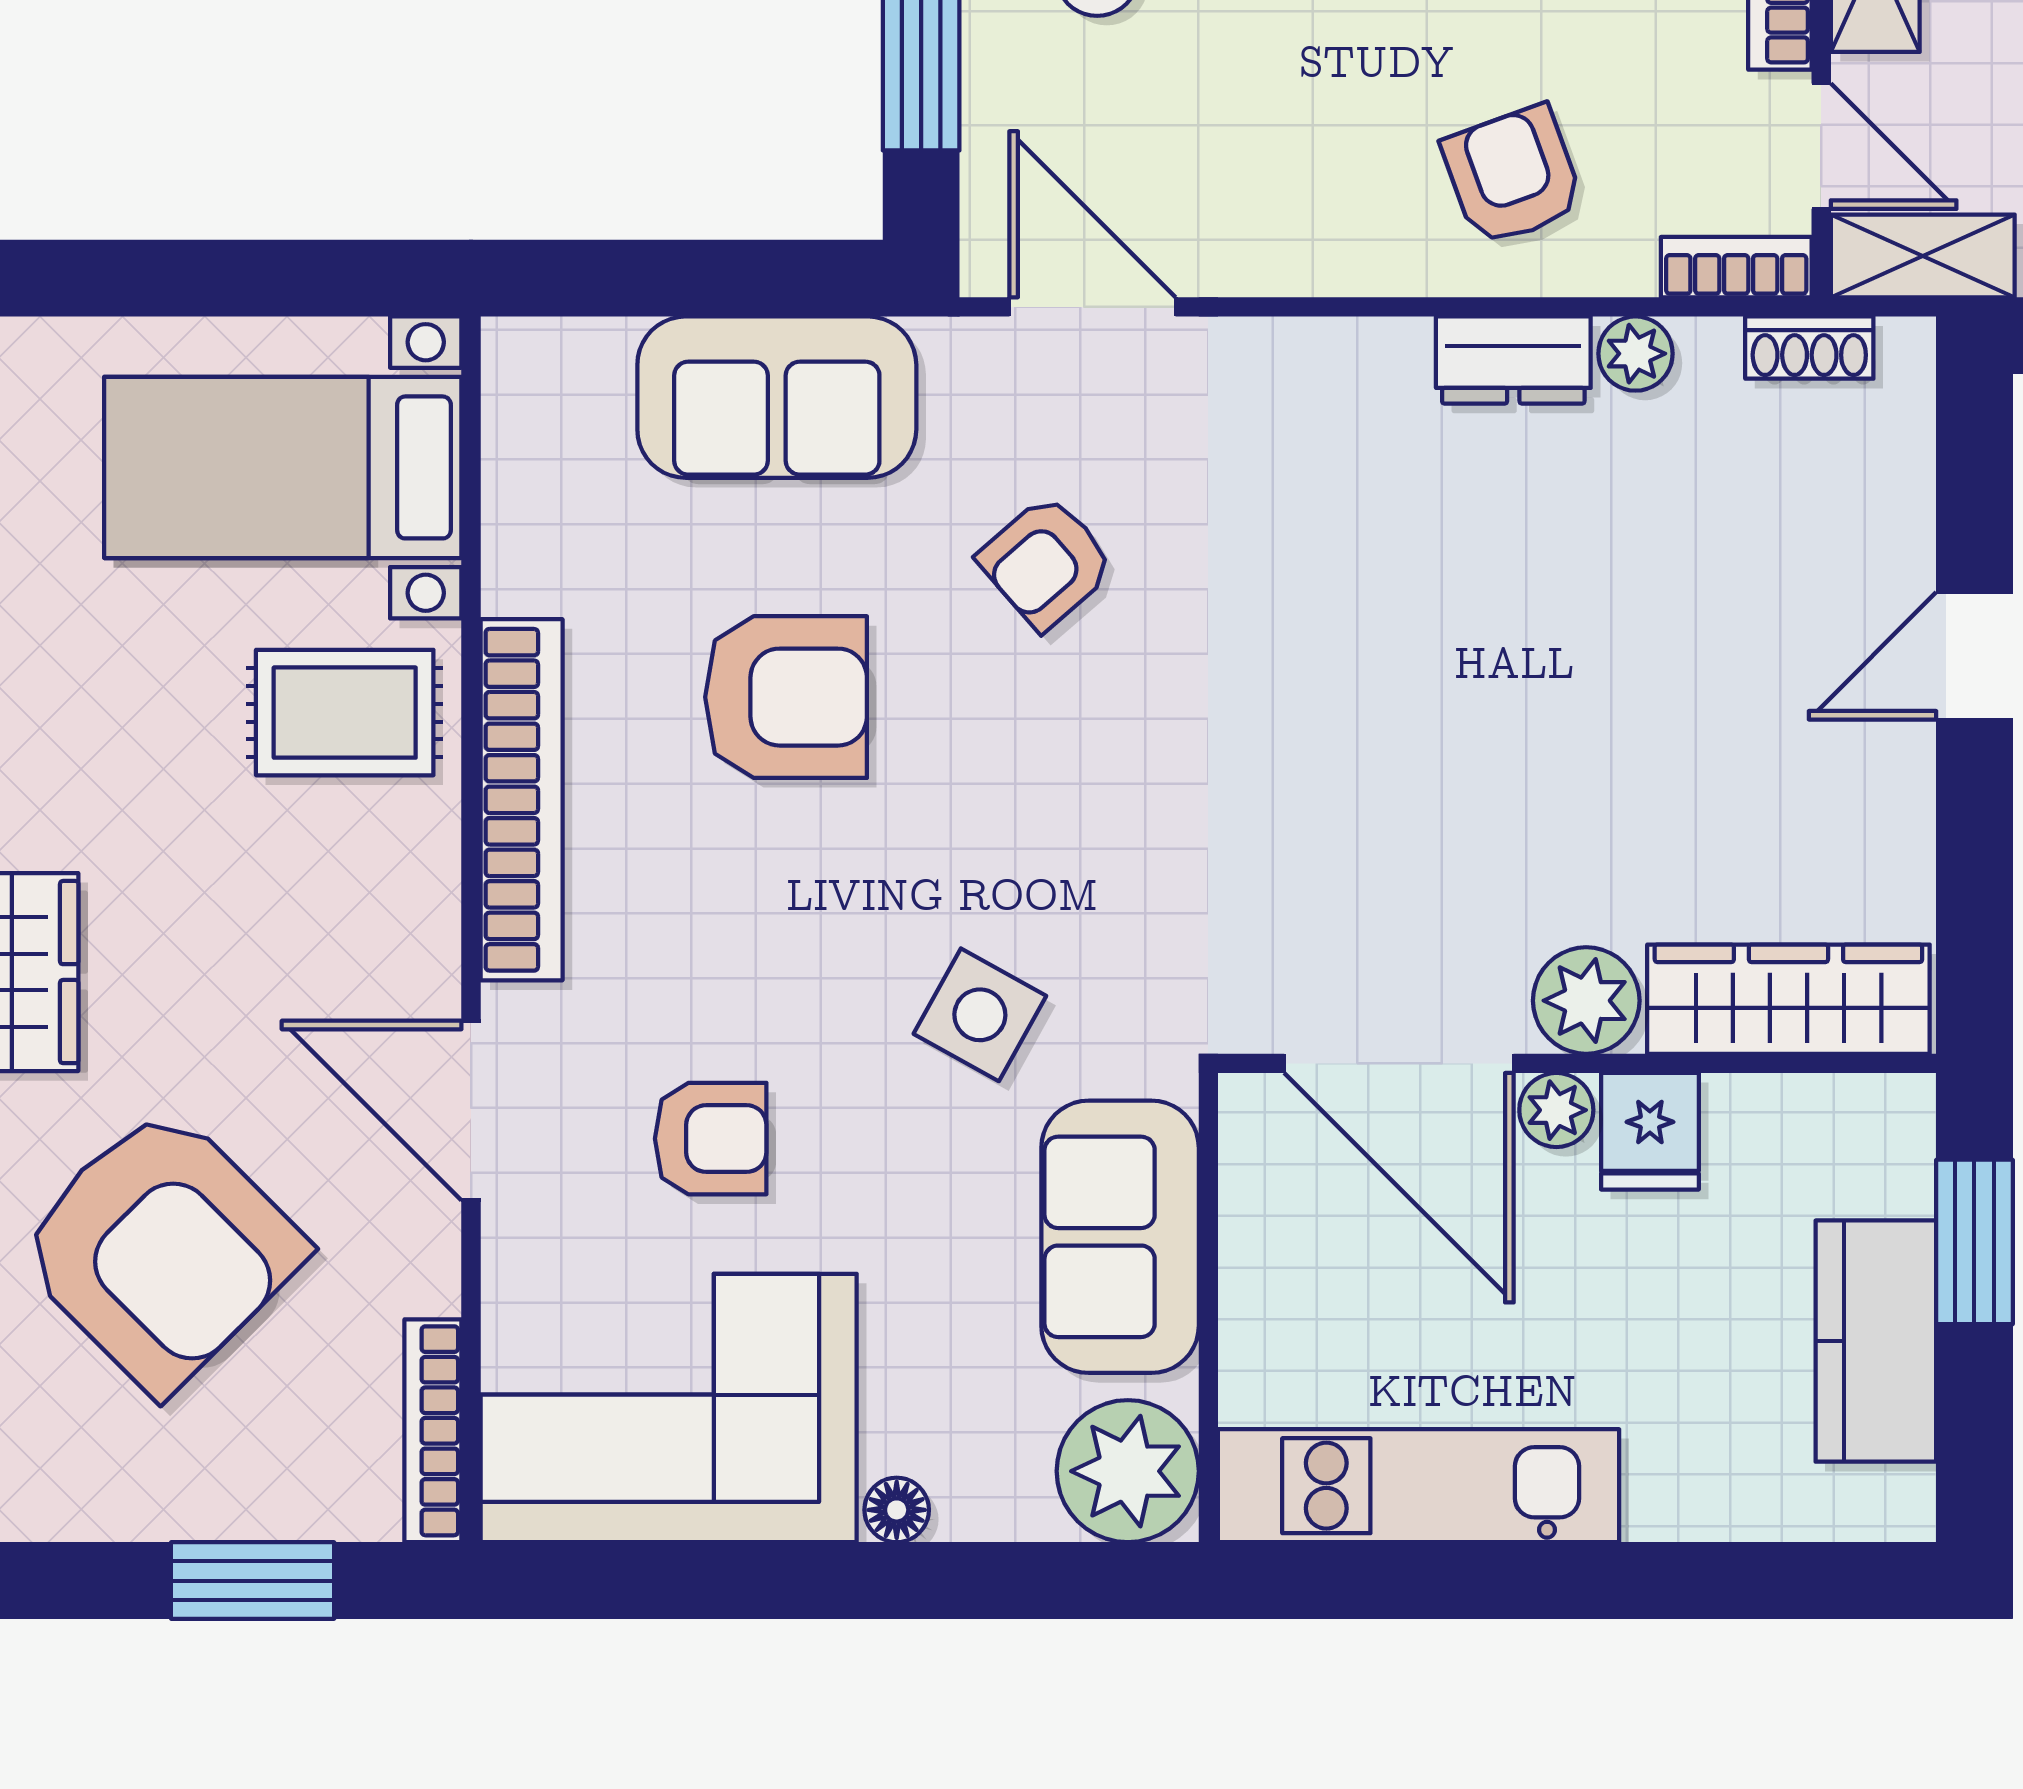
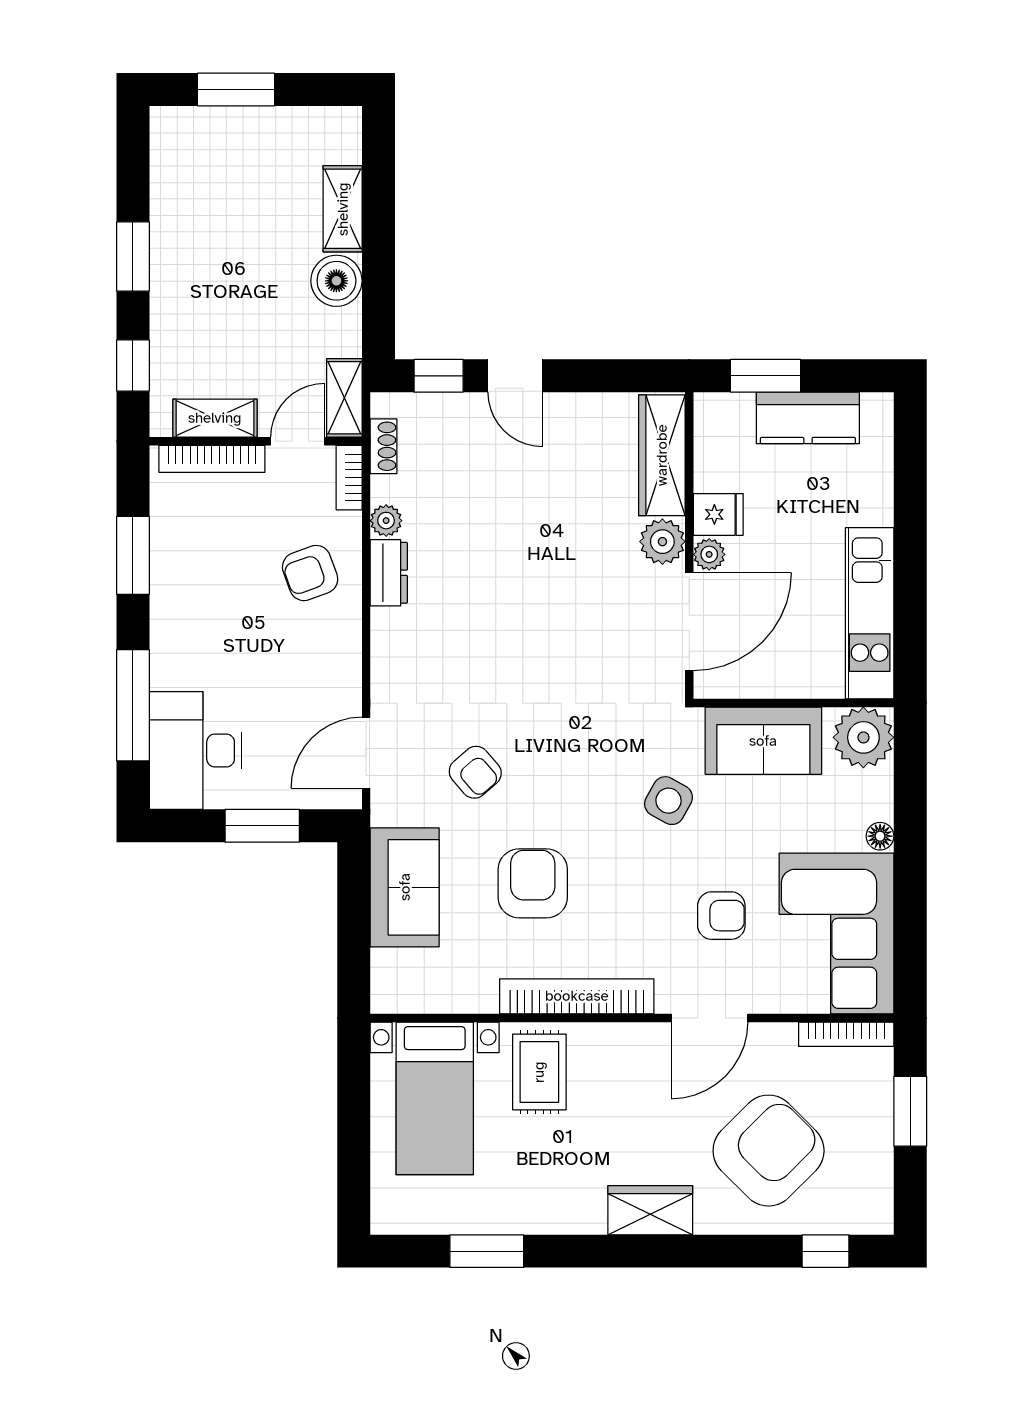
window: (1974, 477) -> (439, 376), added
armchair: (711, 1139) -> (721, 916), turned 90

